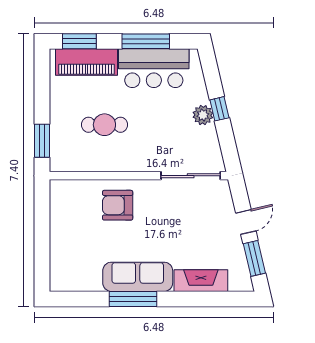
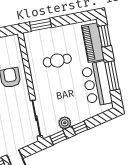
plant: (203, 115) -> (65, 123), moved
cafe table: (104, 125) -> (57, 61), turned 90
window: (228, 146) -> (58, 137), added

